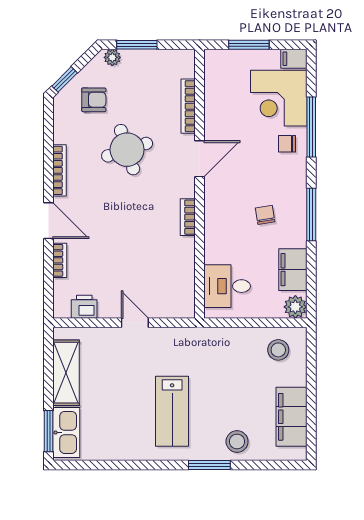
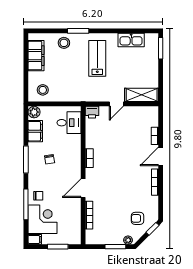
round table: (127, 150) -> (120, 193), removed
door: (49, 221) -> (161, 156), hinge flipped
printer: (84, 307) -> (92, 112), moved
door: (135, 323) -> (116, 104), hinge flipped
shelving: (66, 373) -> (142, 95), moved, turned 90
kitchen sink: (66, 432) -> (131, 40), moved, turned -90

